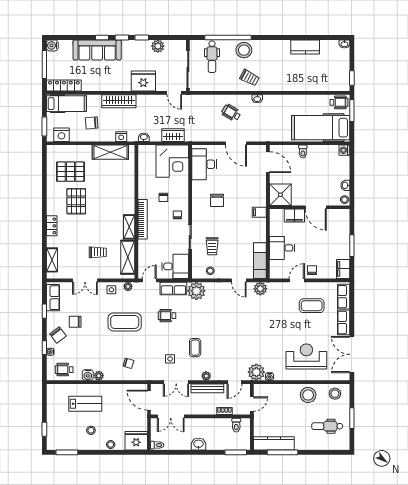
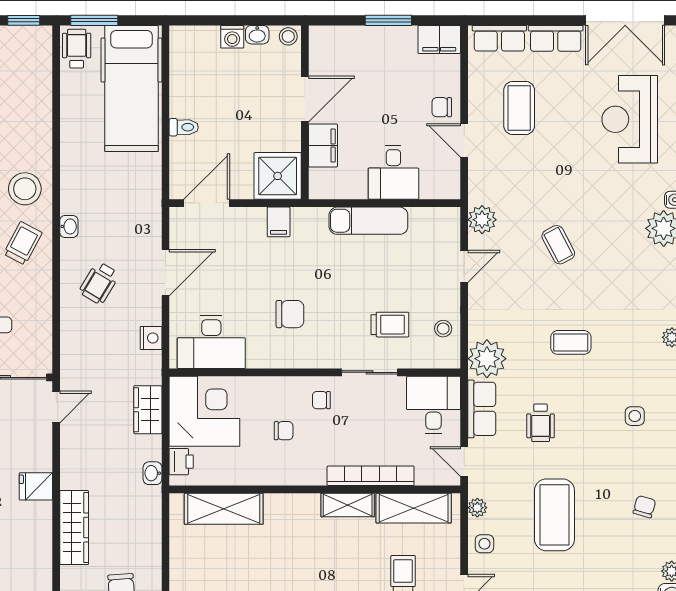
stool: (275, 79) -> (25, 189), added
fridge: (143, 81) -> (36, 486), width x0.53, depth x0.75
nightstand: (121, 137) -> (151, 338), moved
printer: (149, 150) -> (181, 462), added
washing machine: (344, 150) -> (232, 37), moved
shelving: (110, 152) -> (224, 509), moved, turned 90
filing cabinet: (259, 212) -> (279, 222), moved
bookcase: (143, 219) -> (371, 476), moved
exam couch: (260, 261) -> (368, 221), moved
coffee table: (249, 324) -> (558, 245), added
coffee table: (195, 348) -> (571, 342), moved

